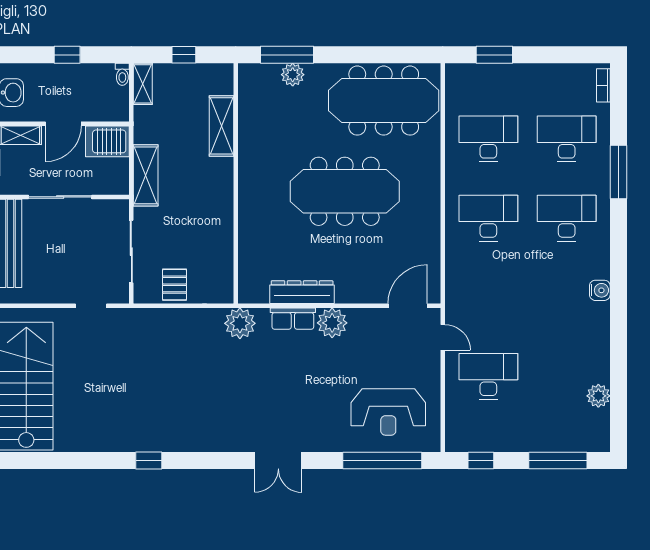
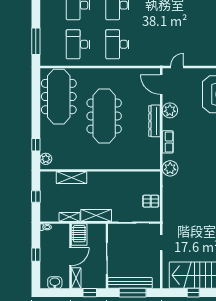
window: (287, 55) -> (36, 145), width x0.46
window: (494, 55) -> (36, 41), width x1.44
plant: (293, 75) -> (46, 159), moved
shelving: (143, 84) -> (70, 217), moved
door: (63, 124) -> (70, 257), hinge flipped
dresser: (302, 292) -> (155, 121), moved
plant: (332, 323) -> (170, 110), moved
desk: (488, 376) -> (197, 44), removed

